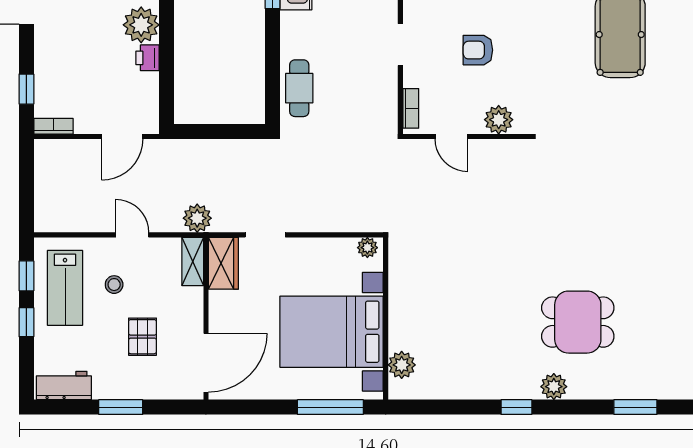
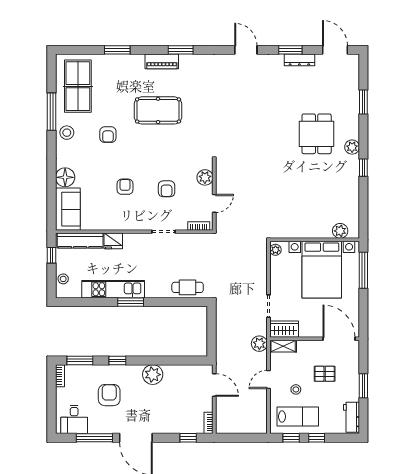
printer: (148, 58) -> (171, 371), removed

